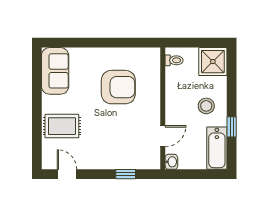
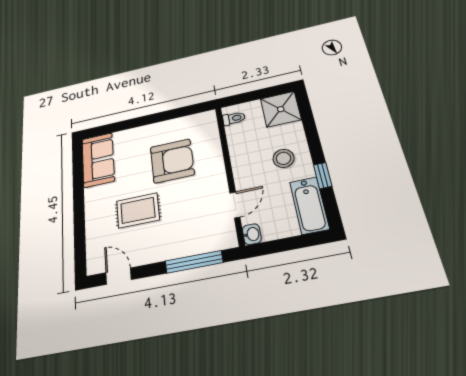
rug: (62, 126) -> (138, 210), moved
window: (126, 174) -> (194, 262), width x2.17

